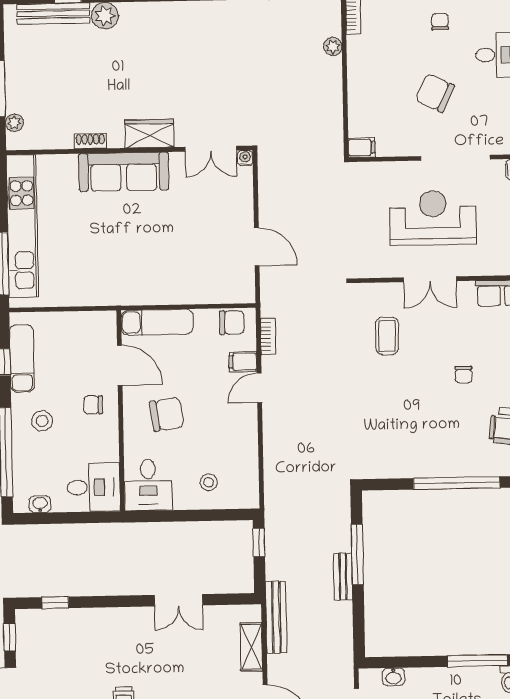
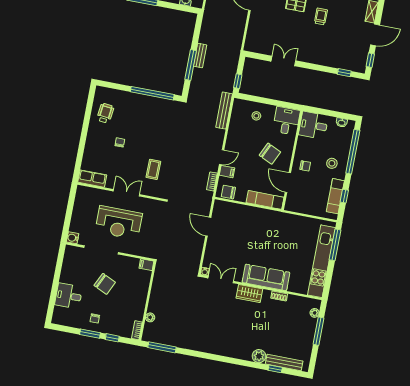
chair: (167, 414) -> (270, 154), turned -147
window: (457, 483) -> (152, 93), moved
bench: (276, 617) -> (224, 111), moved
shelving: (251, 647) -> (252, 30), removed

